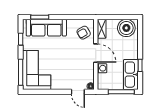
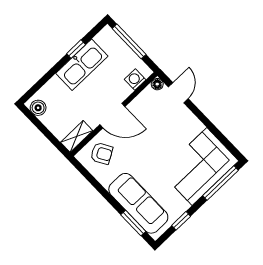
boiler: (126, 28) -> (38, 108), width x0.54, depth x0.54
door: (96, 53) -> (112, 116), swing flipped
washing machine: (102, 68) -> (135, 80), moved
kitchen sink: (131, 75) -> (82, 65), moved

